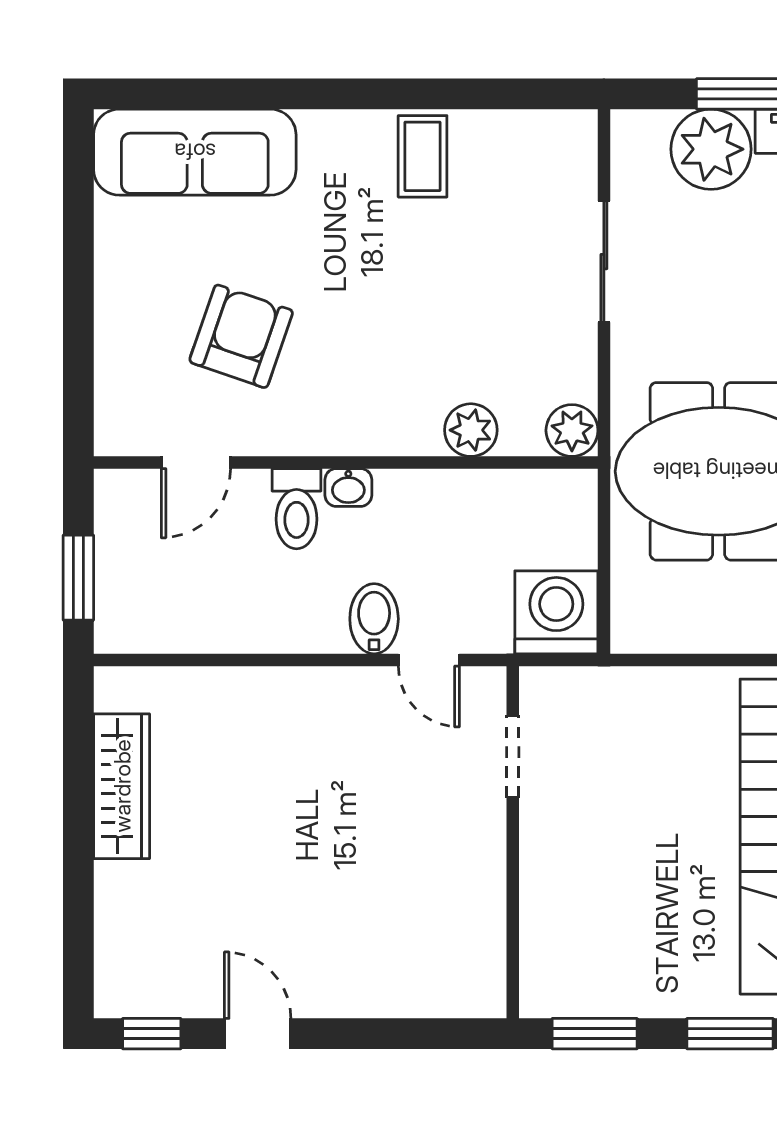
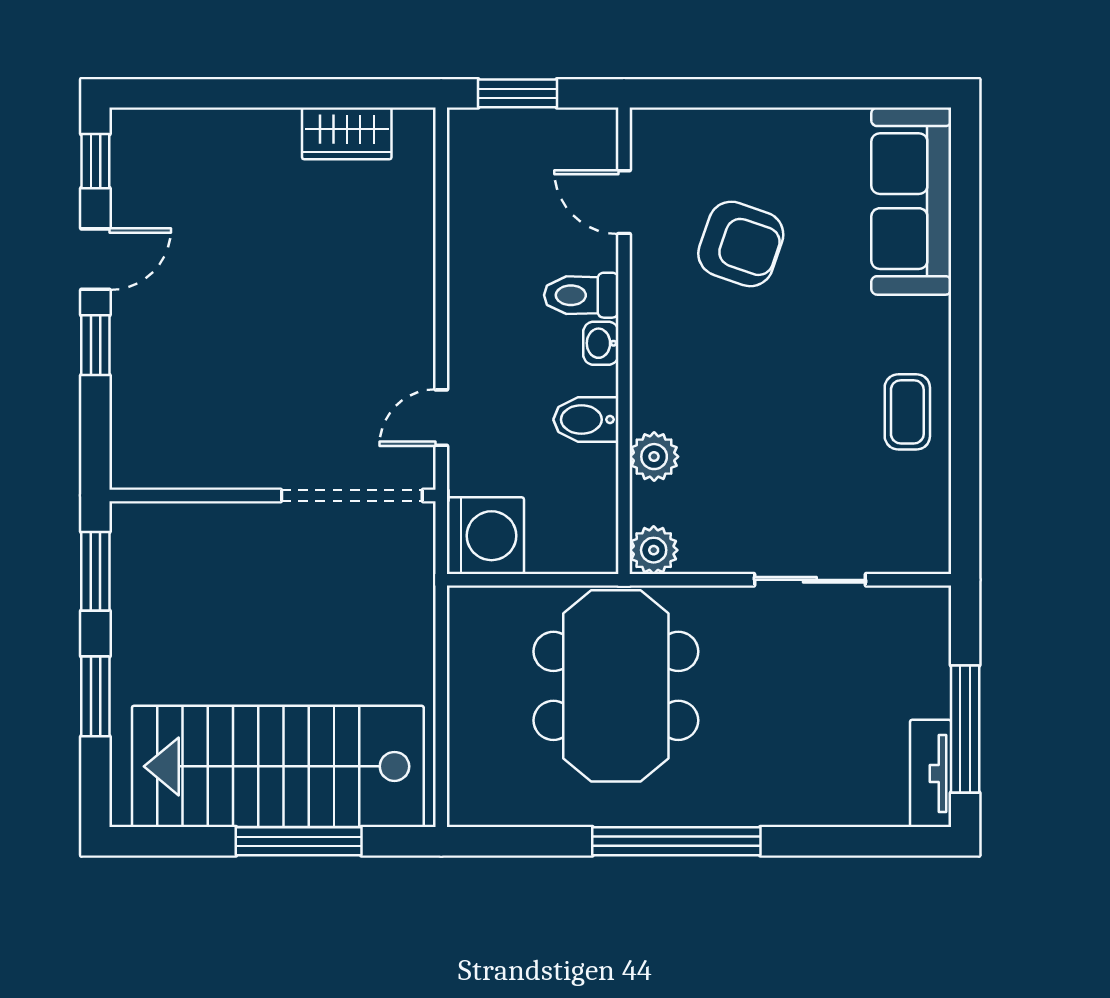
plant: (711, 149) -> (914, 679), removed
coffee table: (423, 156) -> (907, 412), turned 90
bidet: (374, 619) -> (586, 420), moved, turned 180
doorway: (513, 756) -> (352, 495), width x1.87
wardrobe: (122, 786) -> (347, 133), width x0.67
window: (350, 1034) -> (95, 345), added

